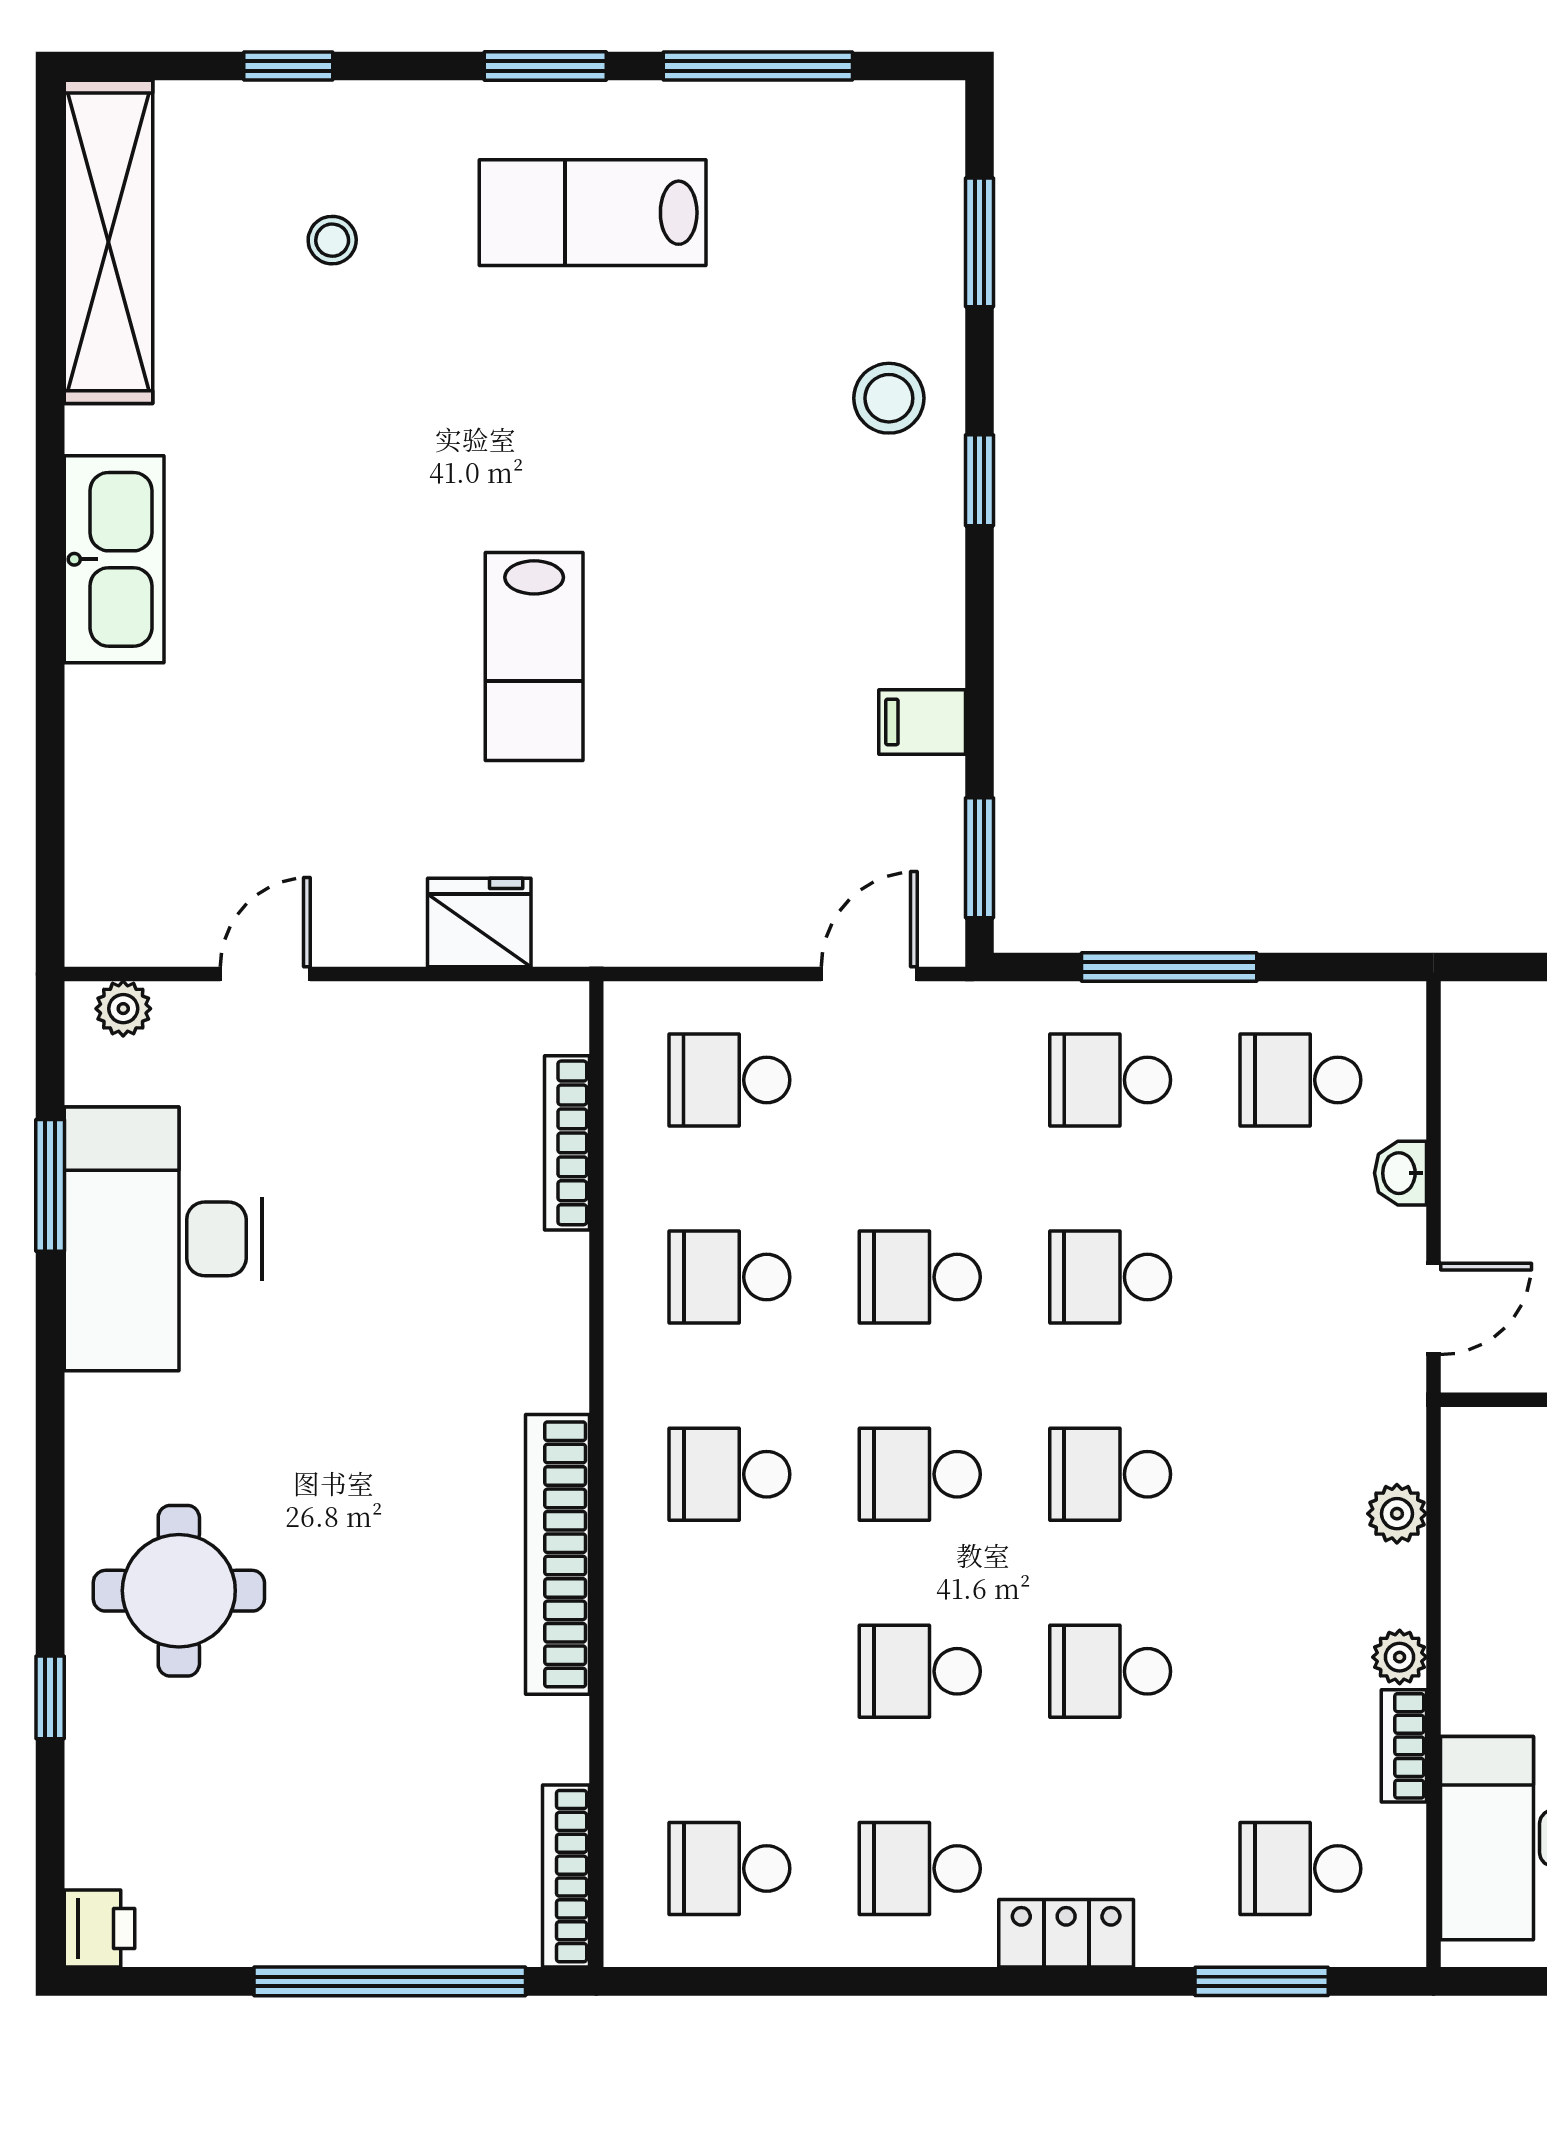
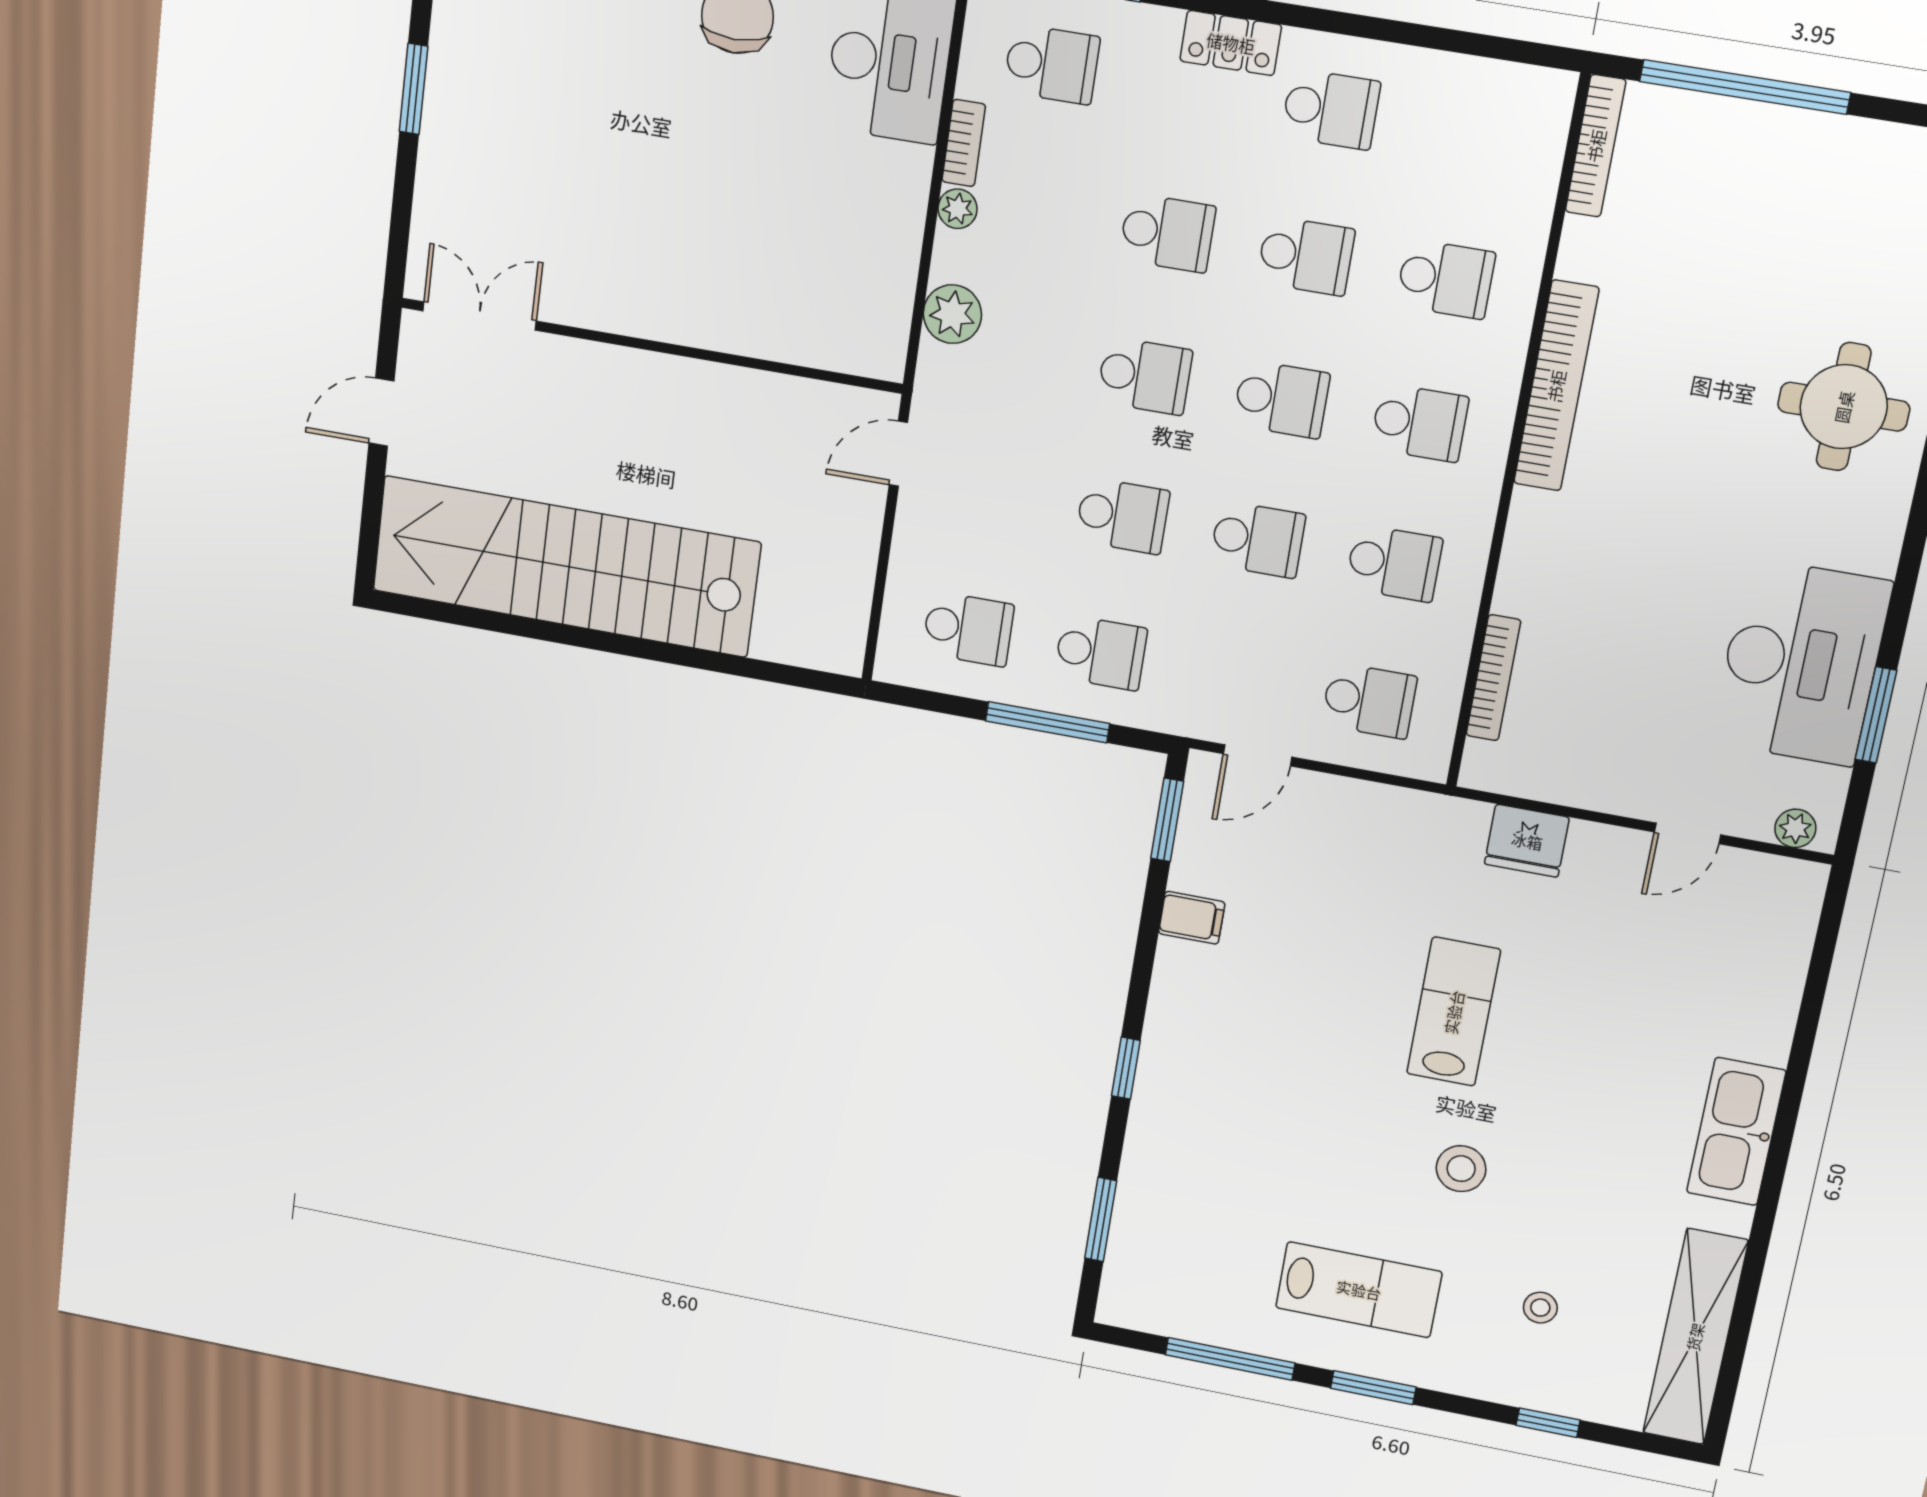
stool: (889, 398) -> (1461, 1169), moved
washbasin: (1400, 1173) -> (908, 552), removed
plant: (1397, 1514) -> (952, 314), width x1.38, depth x1.38
school desk: (729, 1868) -> (1445, 279), moved

